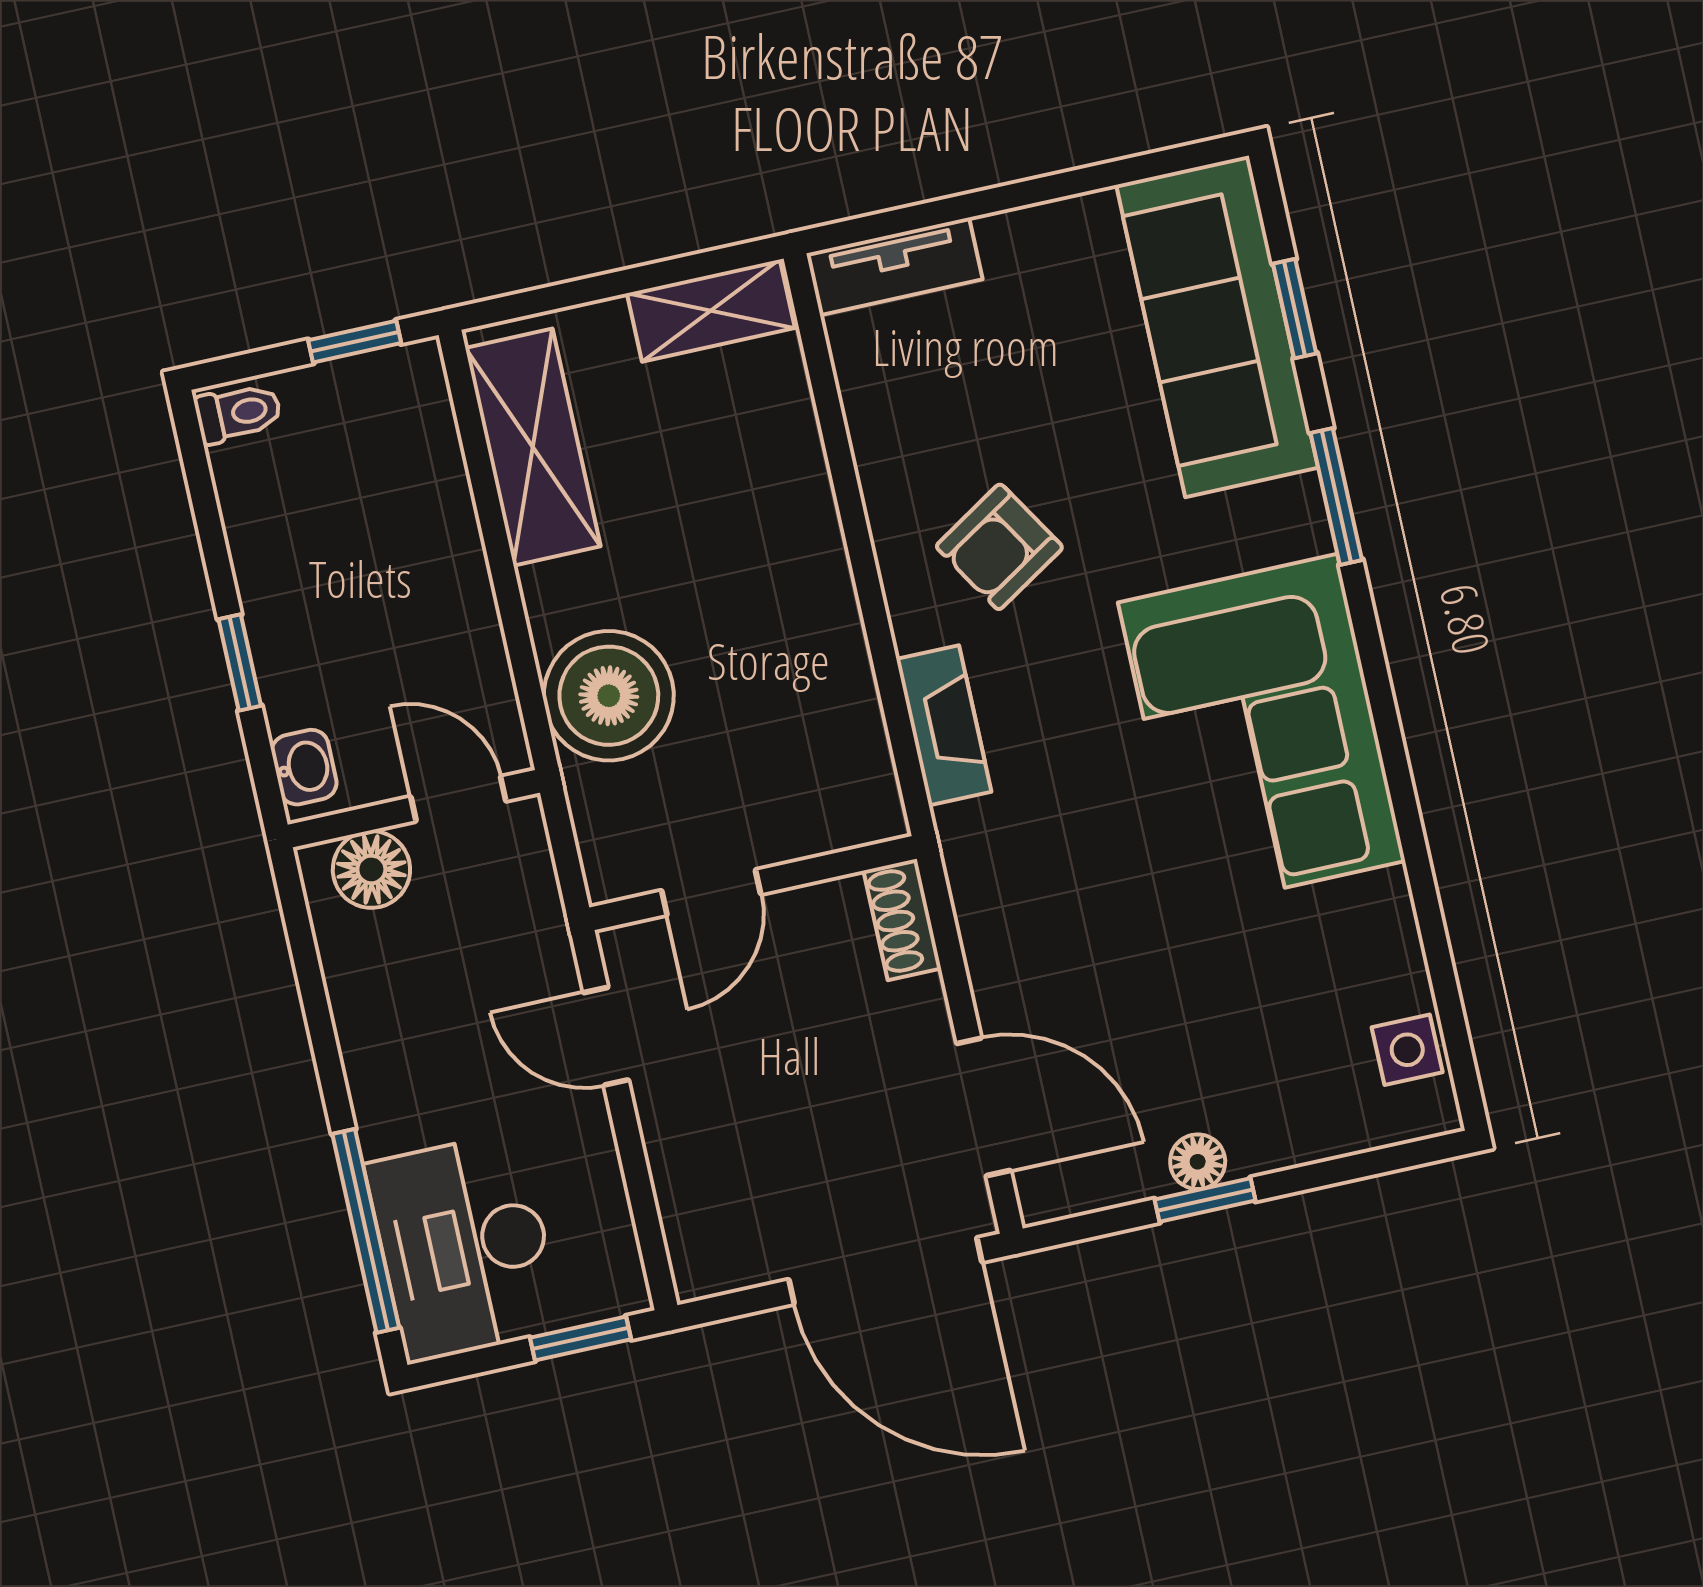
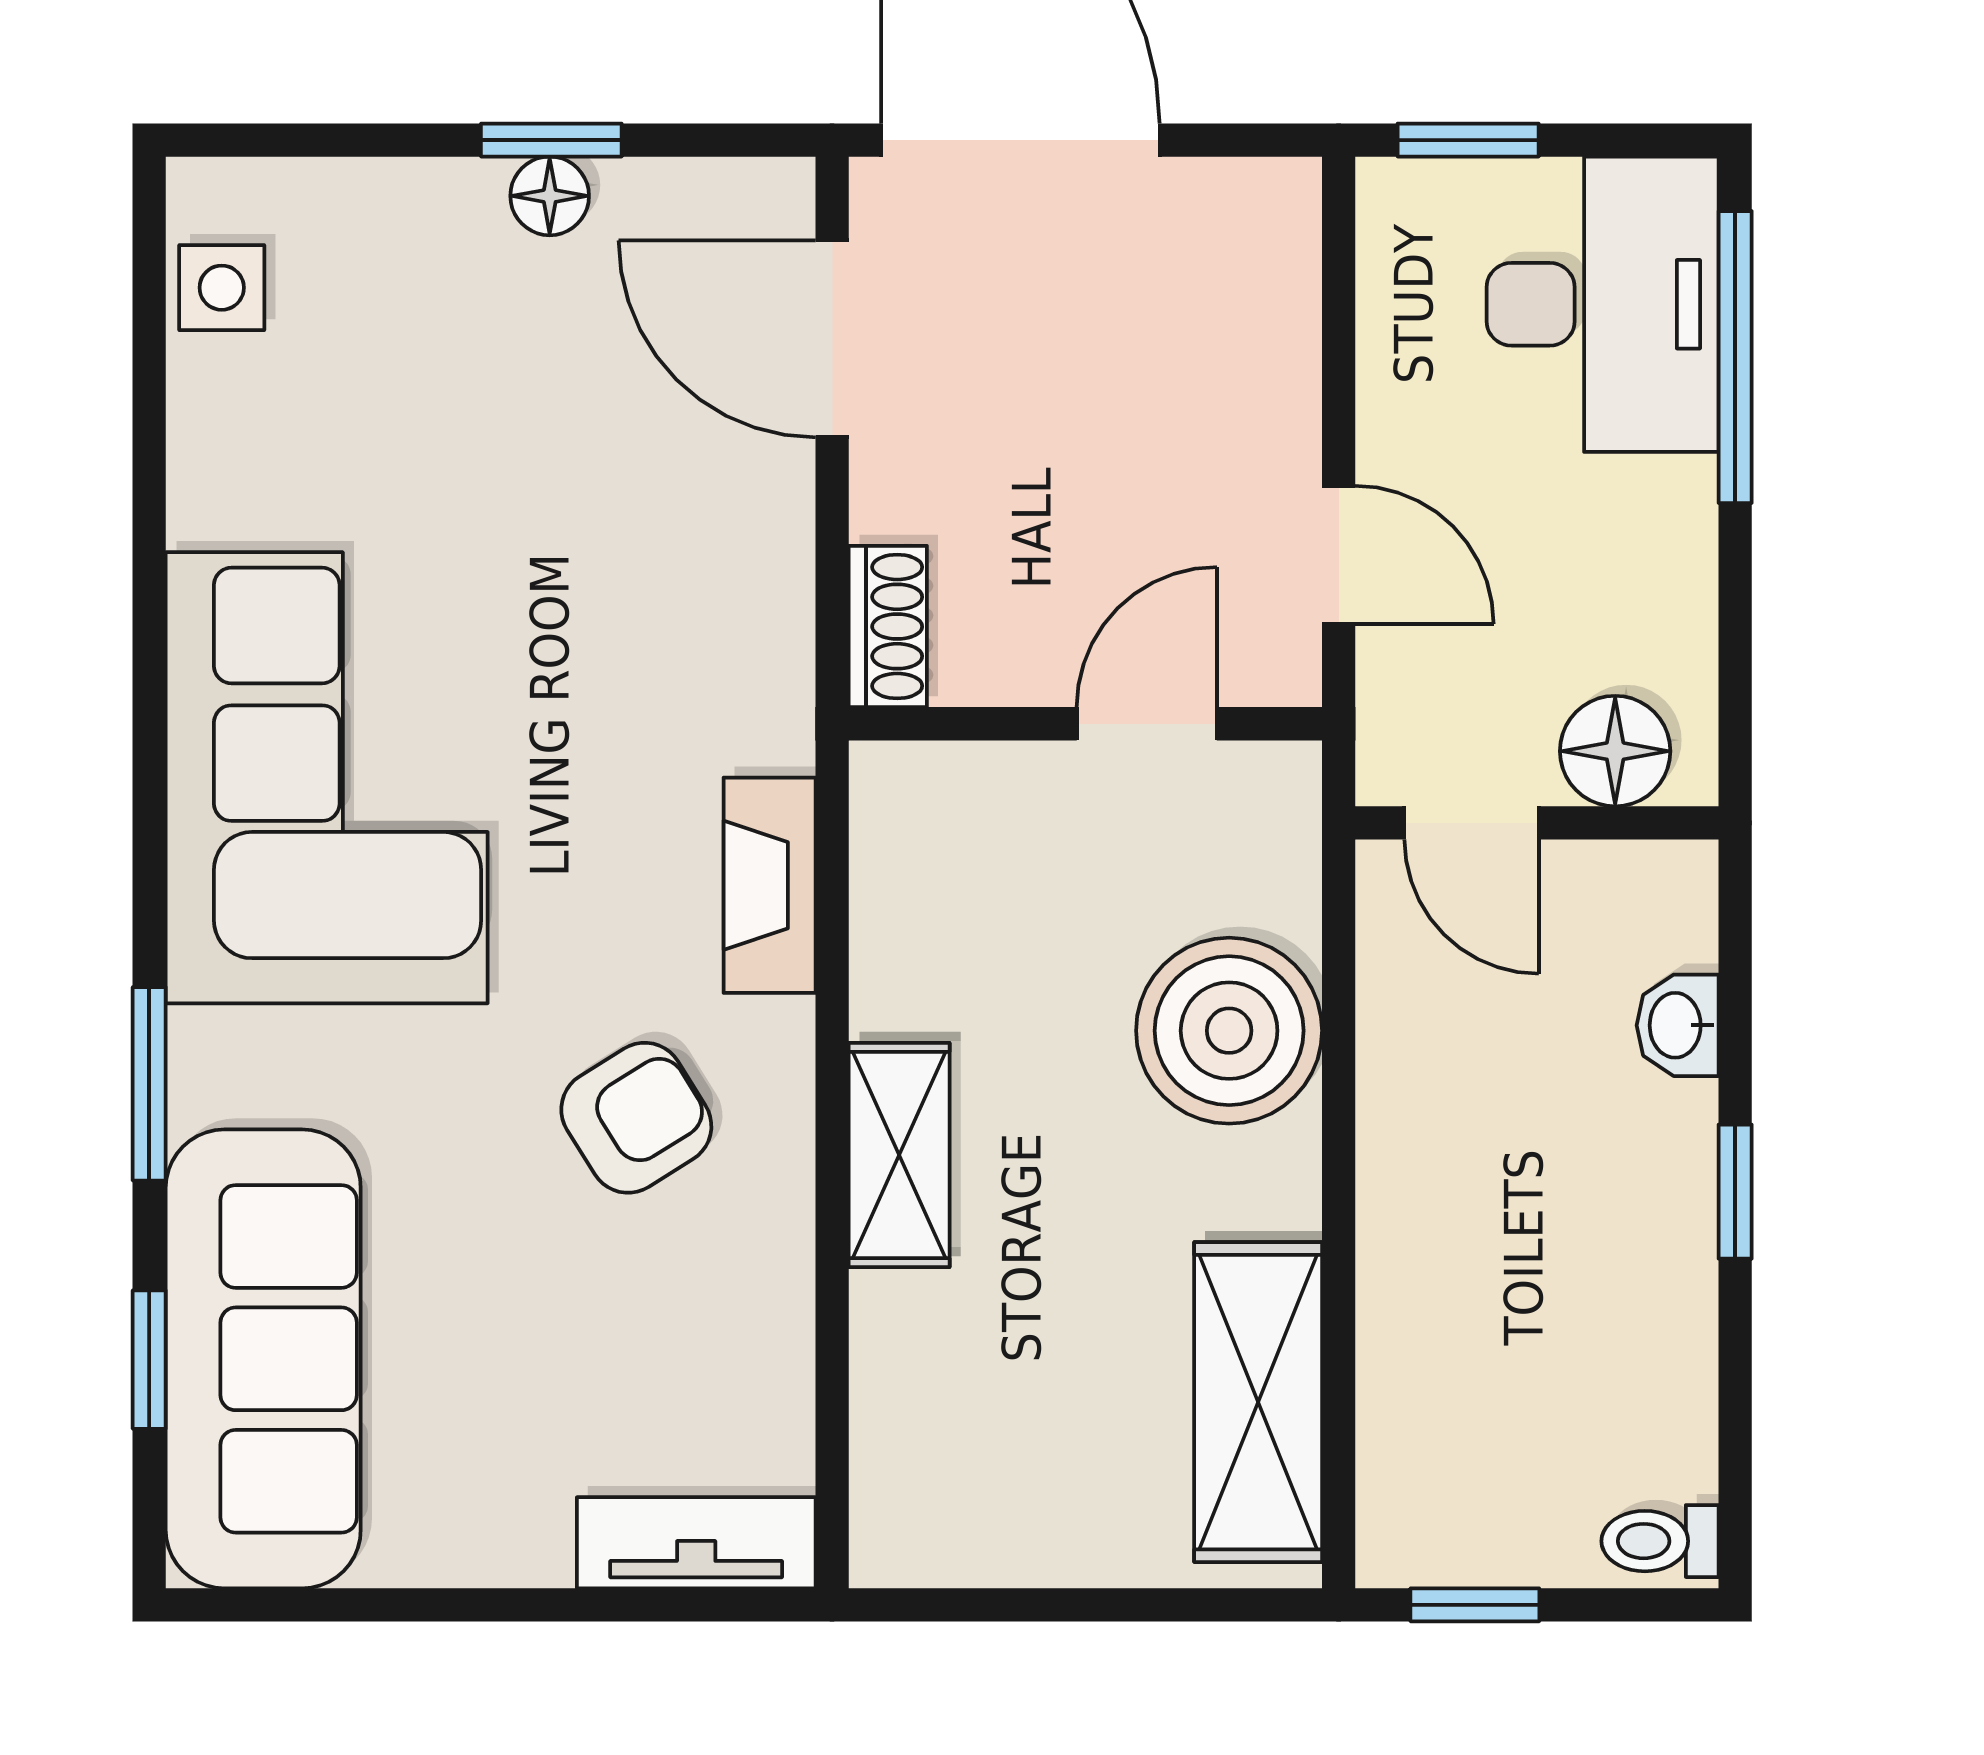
shelving: (711, 311) -> (899, 1155), moved, turned 90
door: (458, 799) -> (1472, 823), moved
wall: (414, 809) -> (1537, 823), moved
floor lamp: (371, 869) -> (1615, 751), moved

